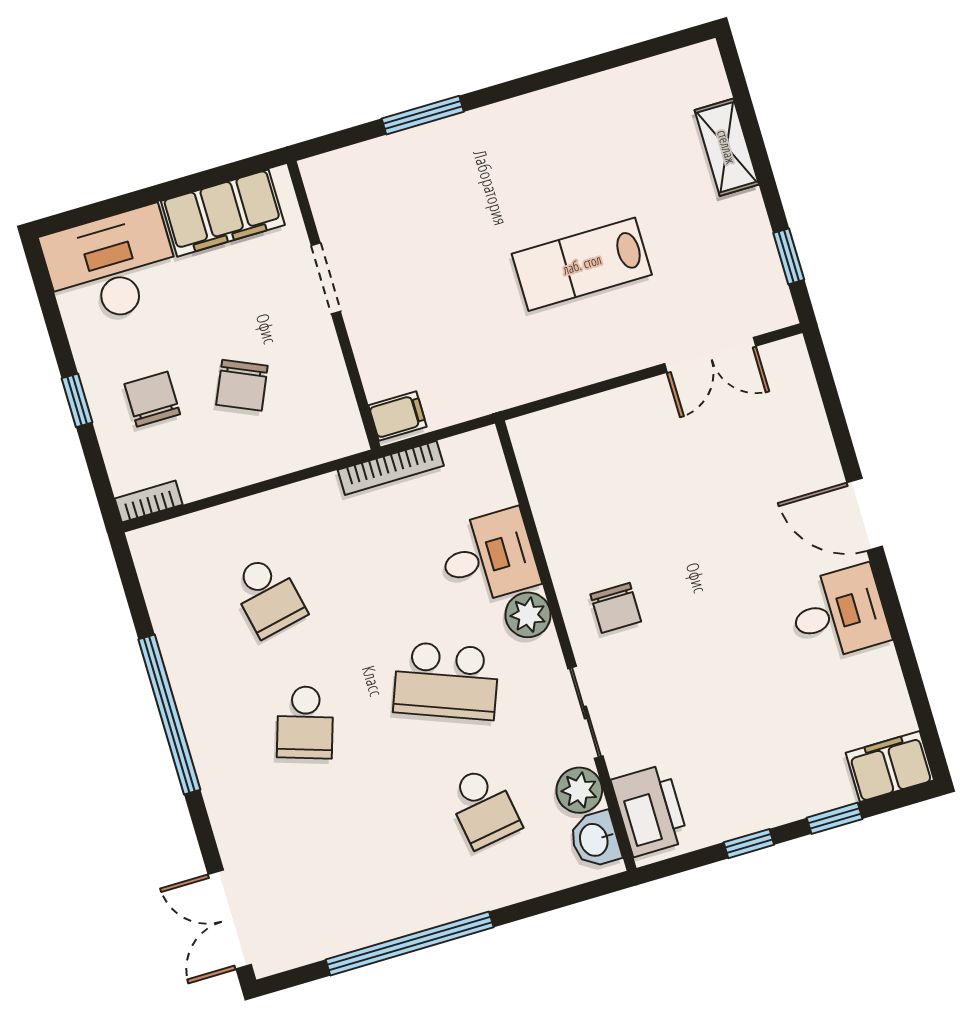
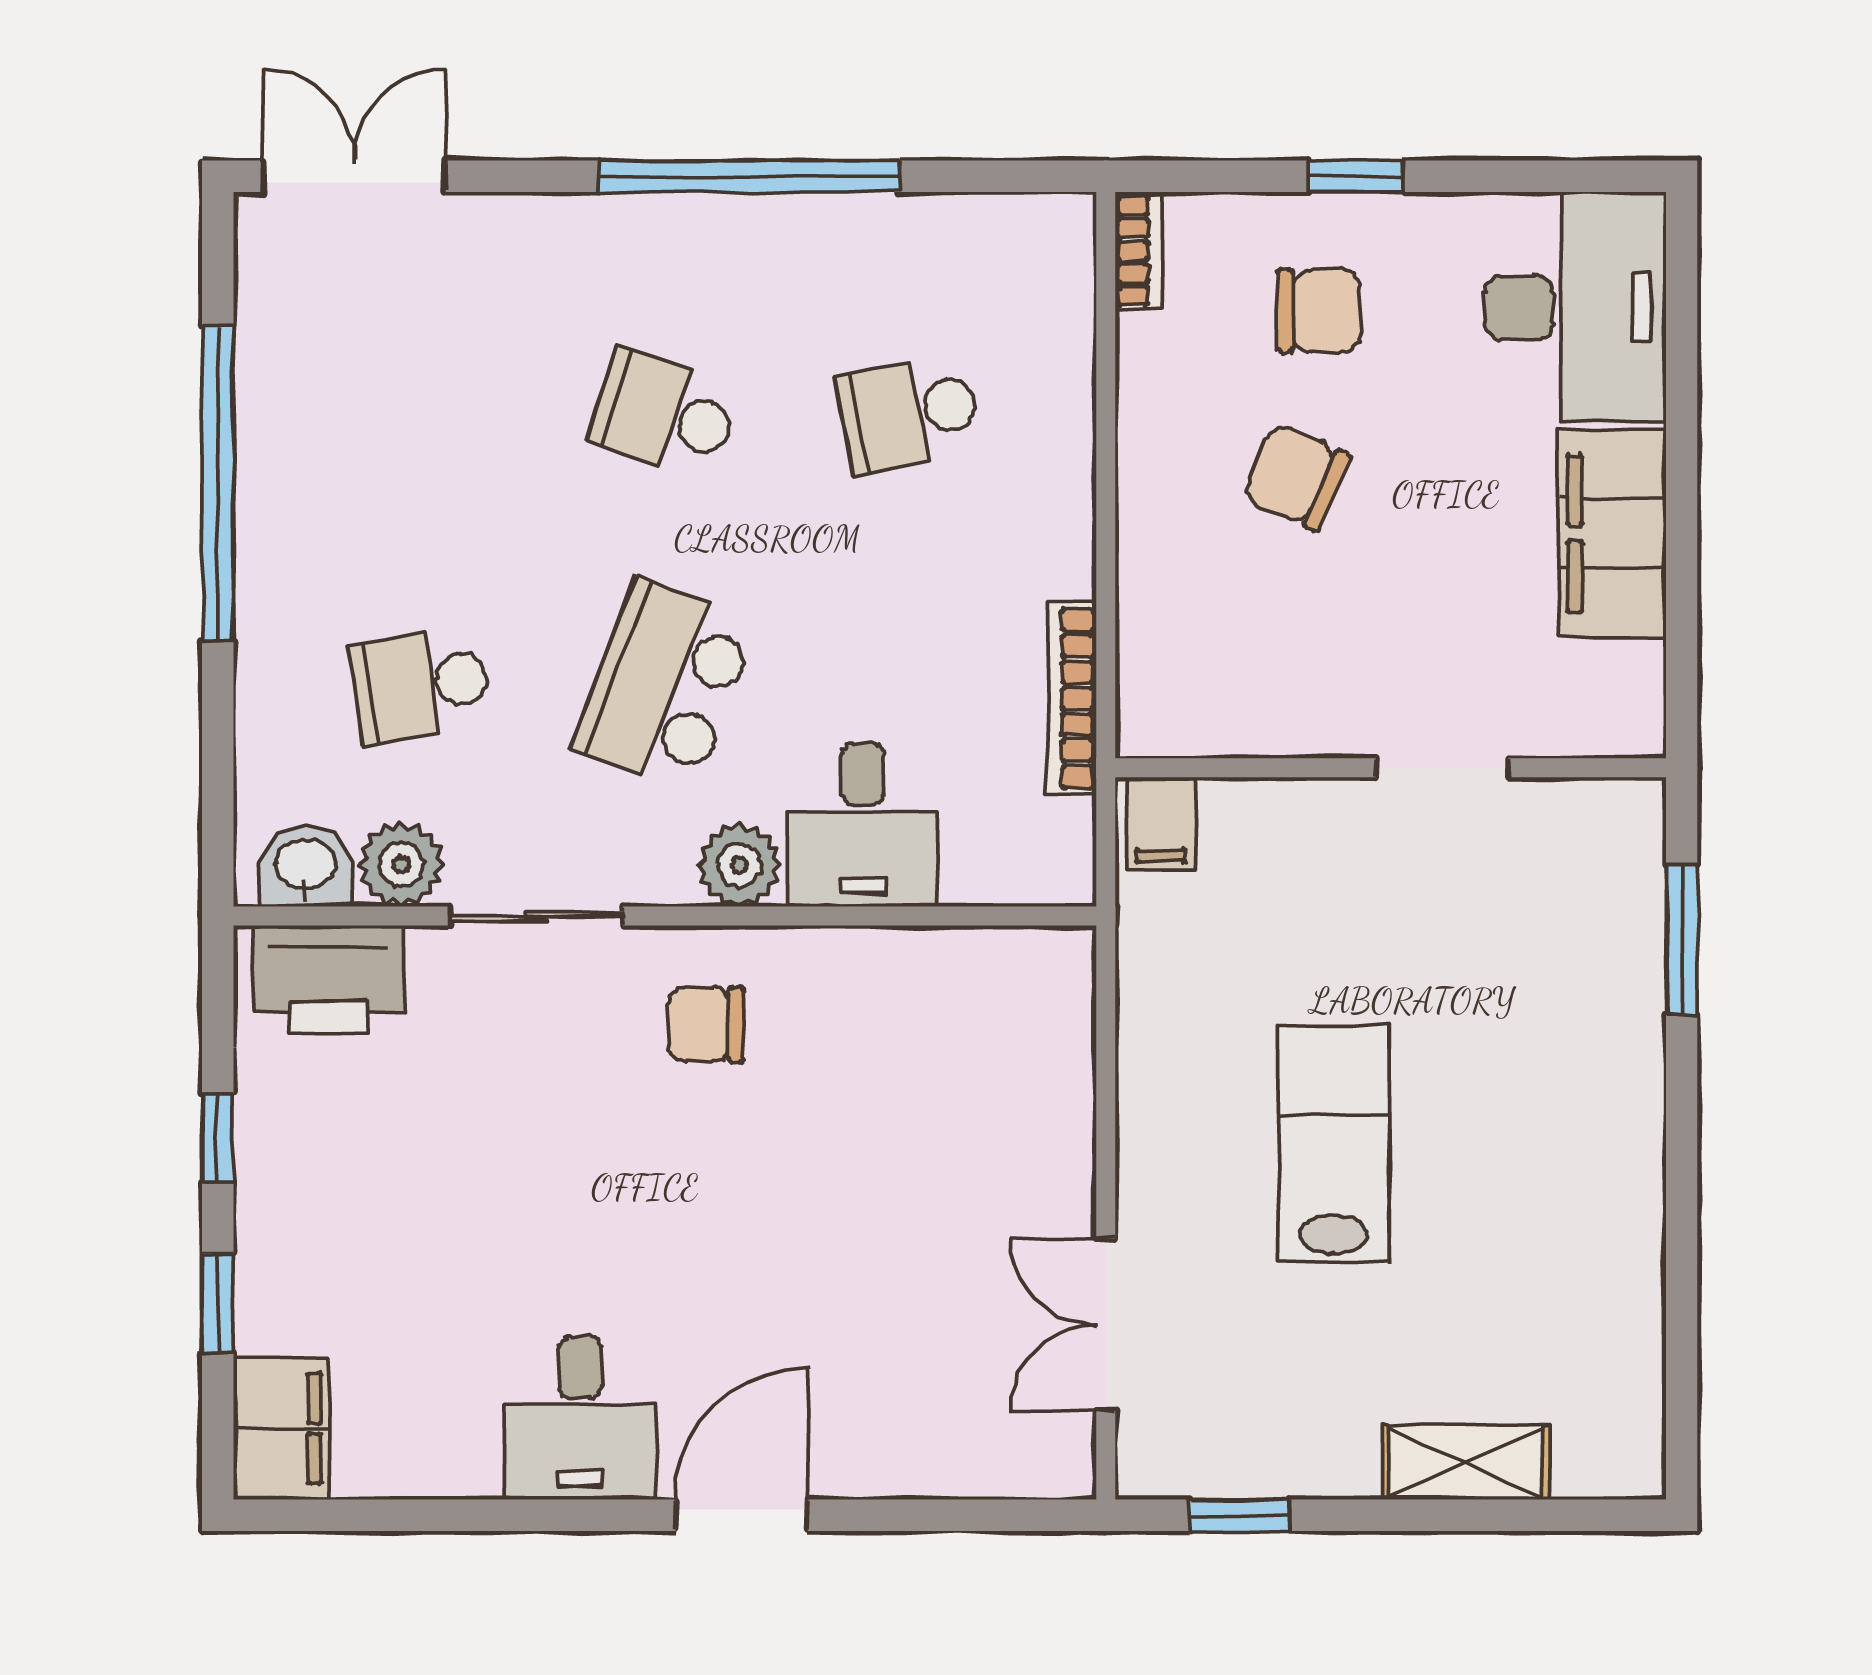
doorway: (326, 279) -> (1442, 768), moved
wall: (334, 305) -> (1391, 768), moved
filing cabinet: (398, 416) -> (1161, 823), moved

